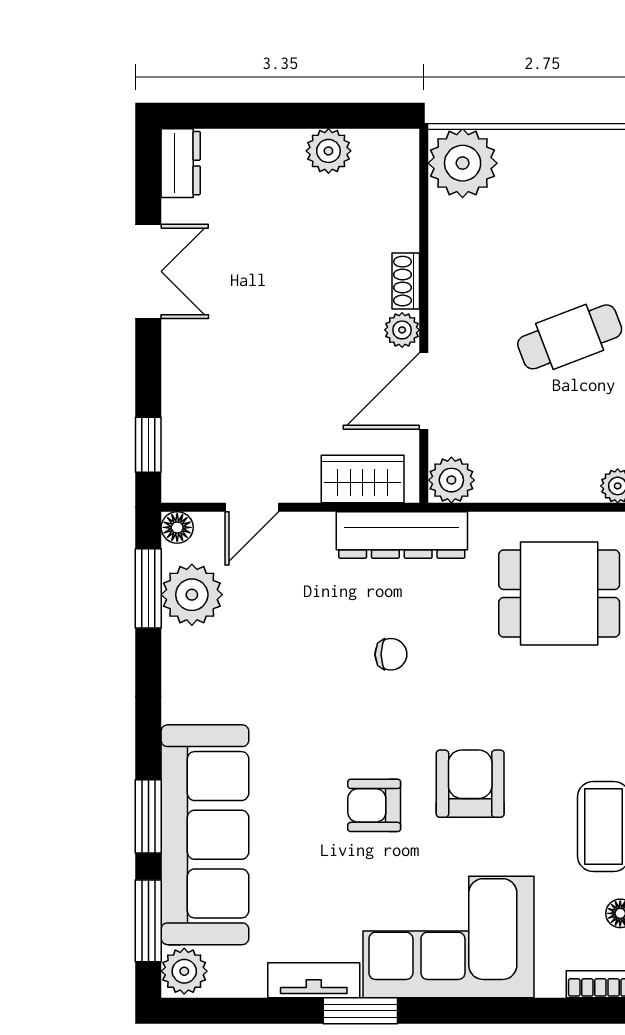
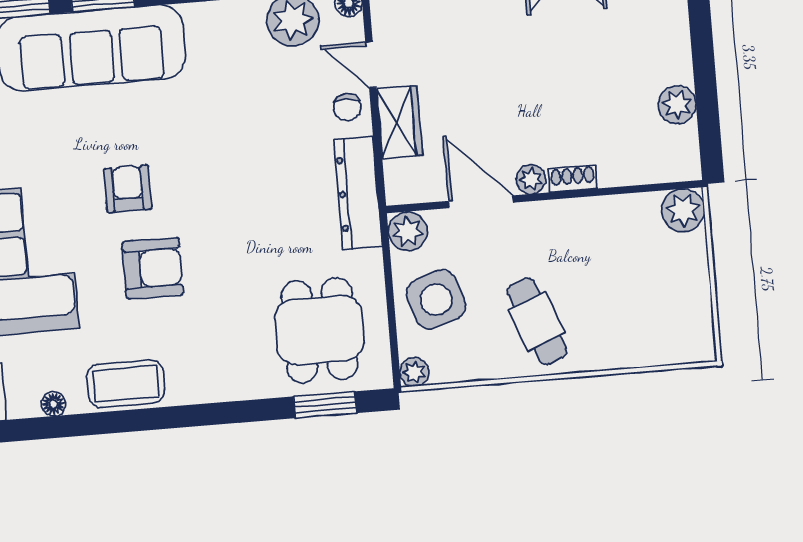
plant: (463, 163) -> (683, 210), width x0.73, depth x0.73
side table: (534, 453) -> (436, 300), added
wardrobe: (363, 479) -> (400, 122), moved
chair: (391, 654) -> (347, 107), moved

